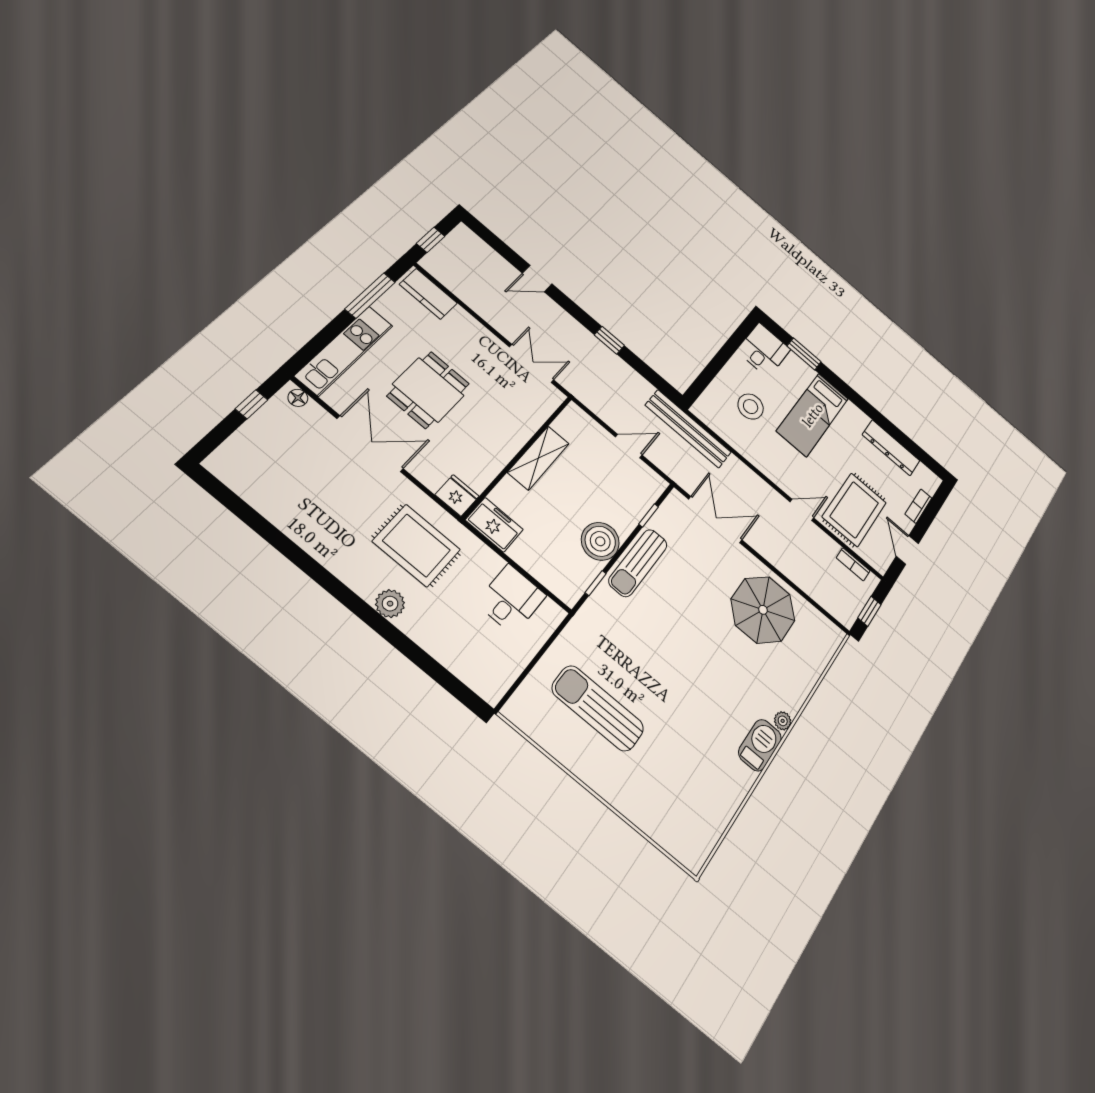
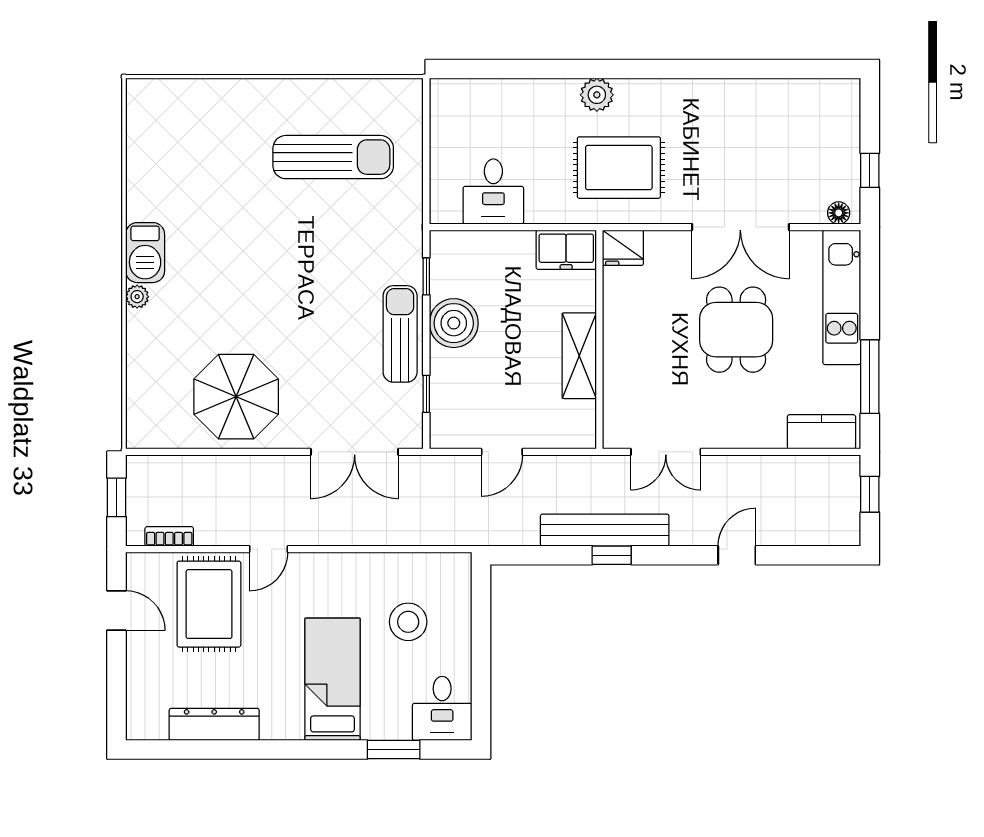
bench: (688, 429) -> (605, 530), moved
bookcase: (918, 506) -> (136, 679), removed

